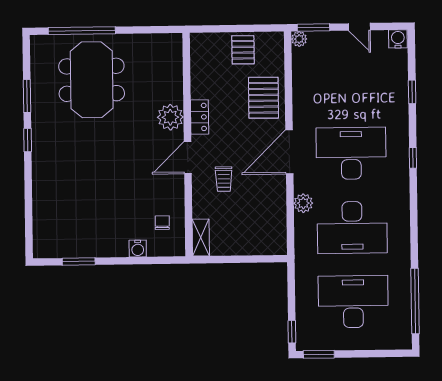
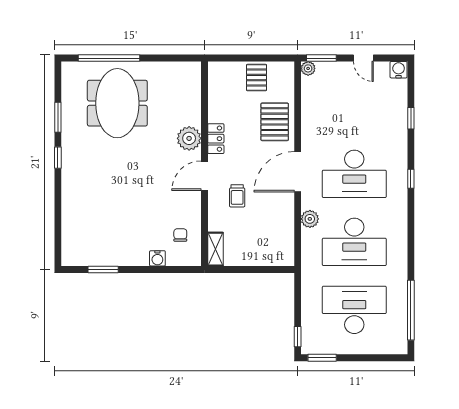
desk: (351, 153) -> (354, 174), turned 180

